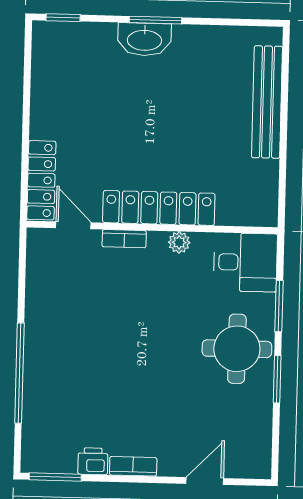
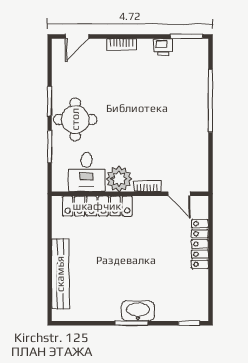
locker: (41, 180) -> (200, 244), moved
locker: (159, 208) -> (97, 206), moved
plant: (179, 242) -> (119, 179), width x1.88, depth x1.88
desk: (245, 262) -> (87, 172), moved, turned -90
bookcase: (133, 466) -> (121, 44), moved
door: (205, 481) -> (77, 36), moved

